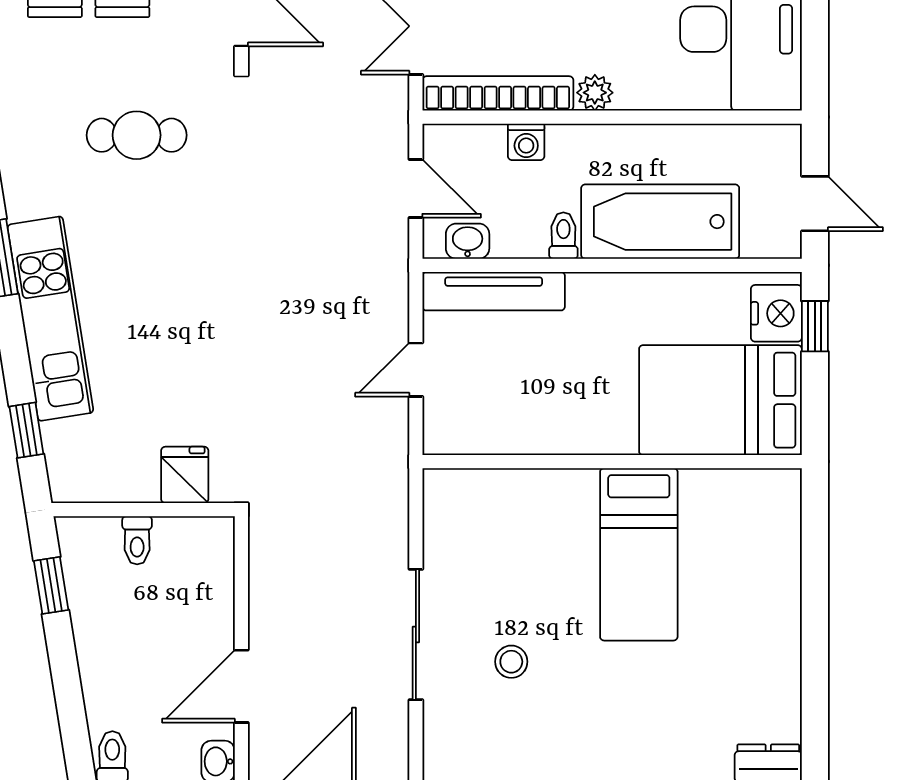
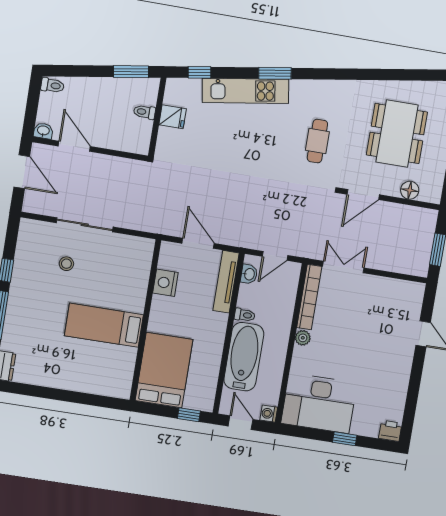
washing machine: (526, 142) -> (269, 414), moved
door: (815, 204) -> (241, 423), swing flipped
nightstand: (776, 313) -> (165, 283), moved, turned 90
door: (416, 370) -> (198, 243), width x1.38
fridge: (185, 475) -> (173, 117), moved
window: (51, 585) -> (131, 72), width x1.50

